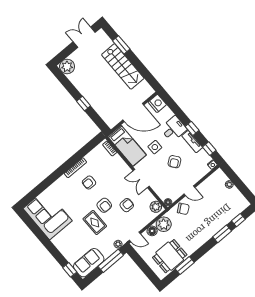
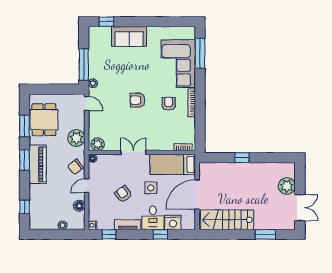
plant: (67, 66) -> (287, 186), moved
stairs: (123, 66) -> (227, 220), moved
nightstand: (157, 103) -> (173, 222), moved
window: (192, 128) -> (160, 234), moved
window: (38, 190) -> (200, 53), added
armchair: (127, 205) -> (121, 120), removed
corner sofa: (48, 215) -> (178, 64), moved, turned 90
rug: (95, 222) -> (129, 79), removed
floor lamp: (152, 231) -> (79, 206), moved
window: (222, 234) -> (25, 160), moved
piano: (203, 235) -> (38, 164), added
door: (135, 237) -> (87, 103), swing flipped
sofa: (89, 263) -> (129, 36), moved, turned 90

